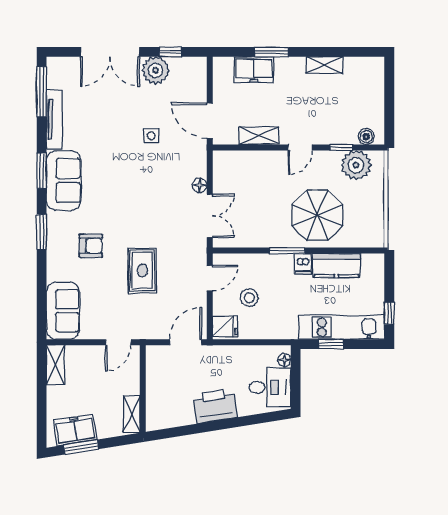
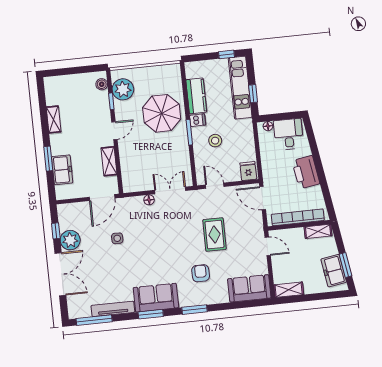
door: (300, 147) -> (114, 131), hinge flipped
rug: (142, 270) -> (214, 235), turned 90
stool: (249, 298) -> (215, 141), moved
bookcase: (154, 388) -> (298, 217), added

